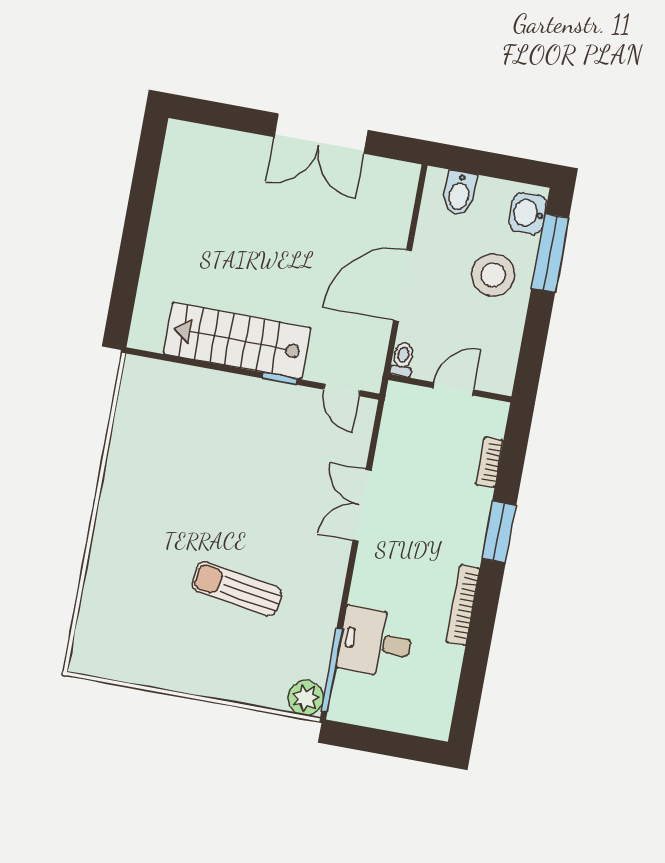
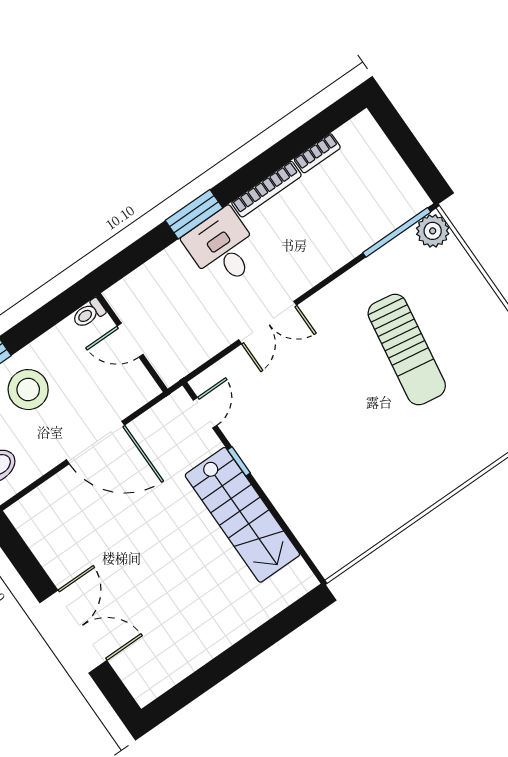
double door: (321, 134) -> (73, 632), moved
toilet: (403, 359) -> (89, 313), moved
bookcase: (489, 462) -> (317, 153), moved
sun lounger: (237, 589) -> (407, 350), width x1.36, depth x1.34
desk: (375, 642) -> (223, 248), moved, turned 180

